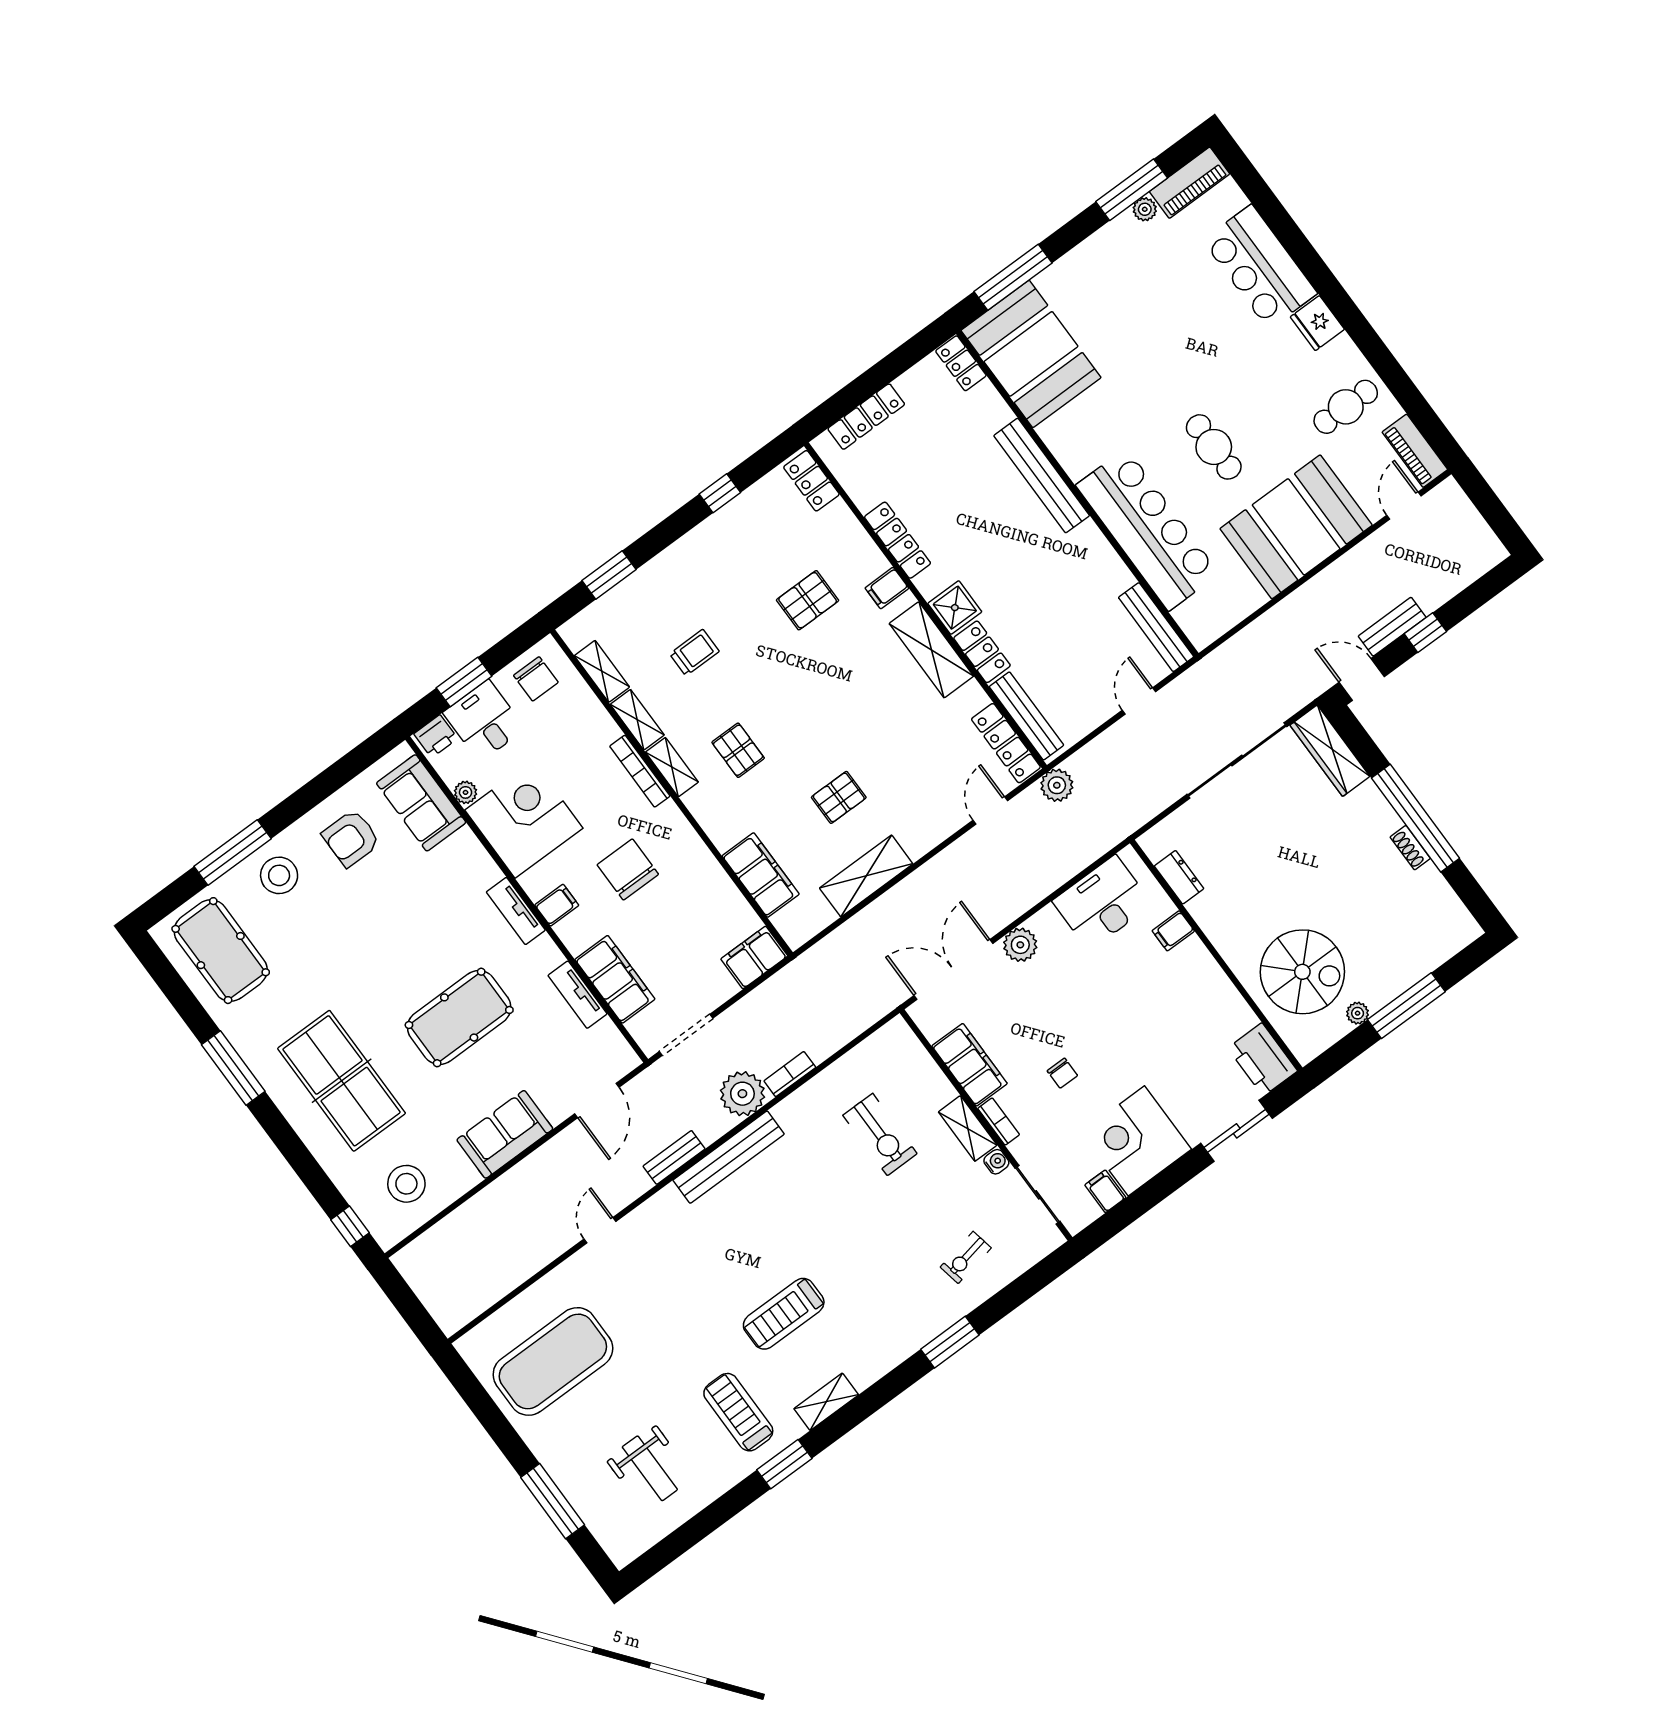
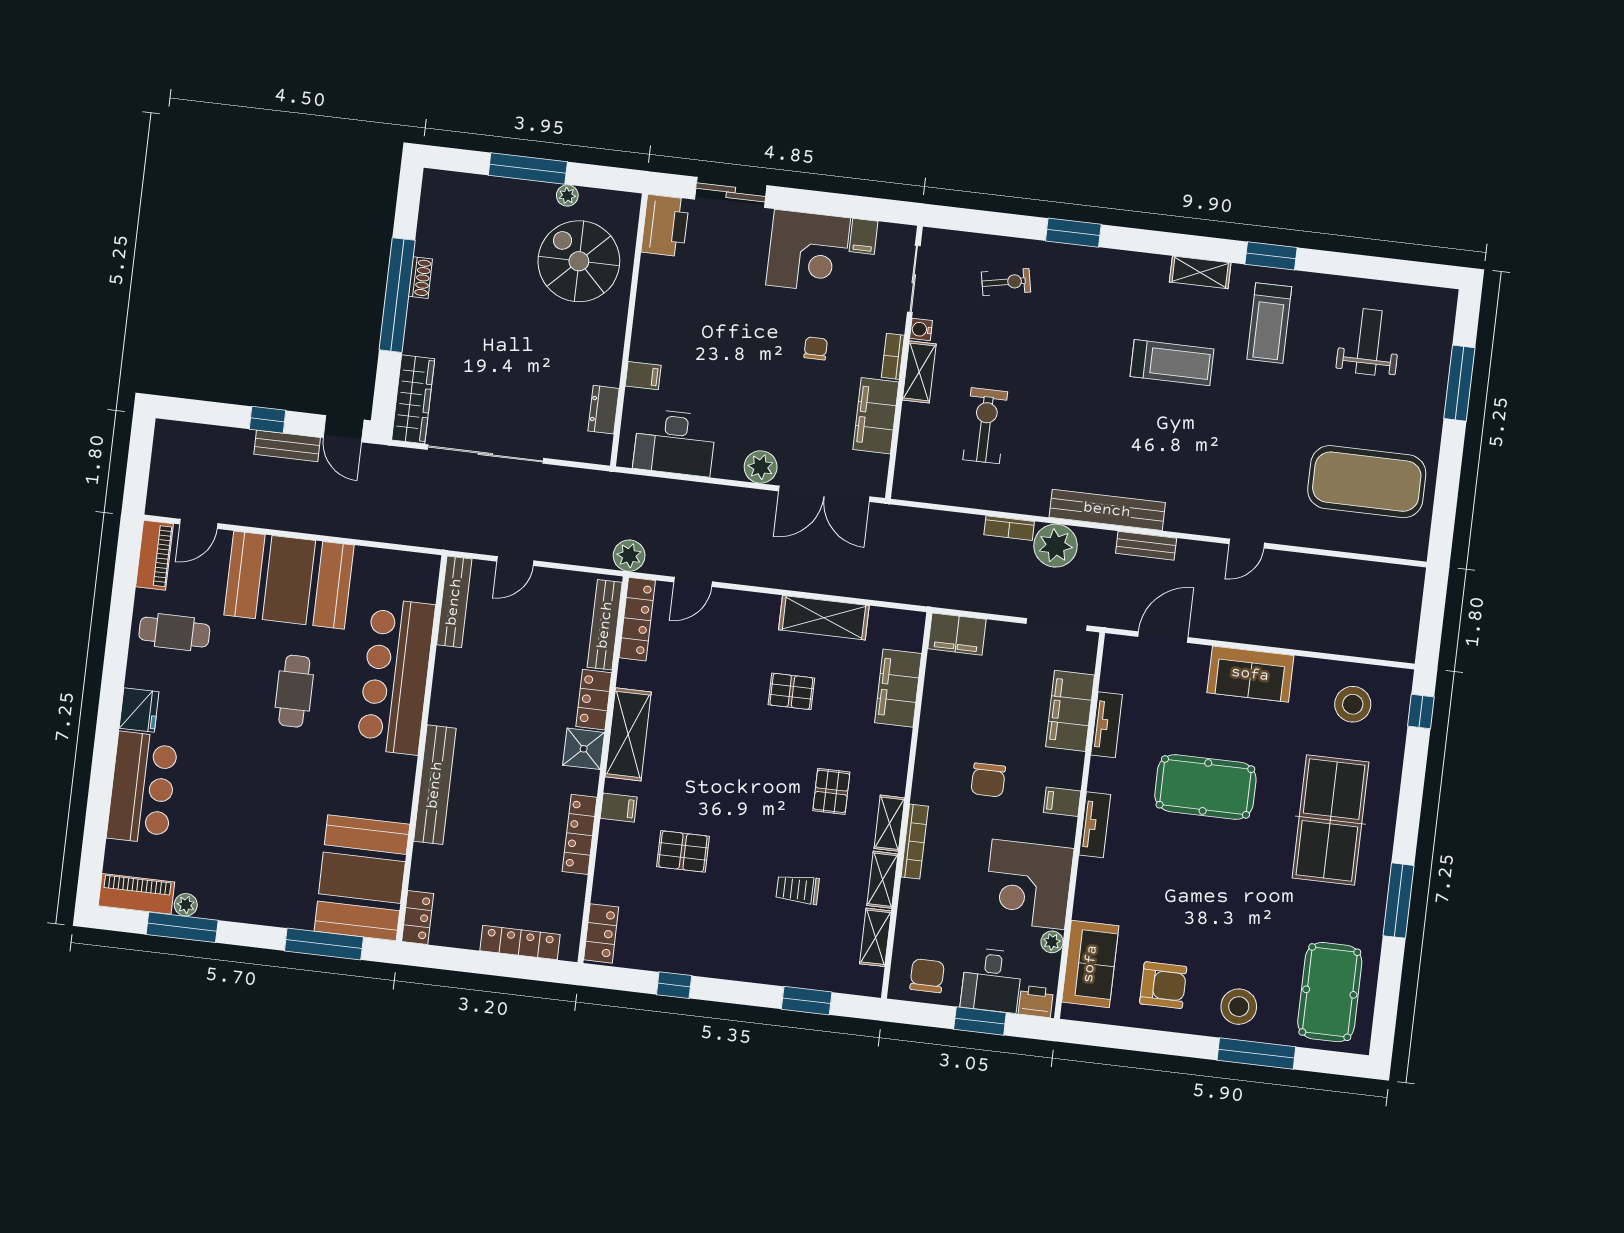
chair: (628, 869) -> (988, 780), width x0.73, depth x0.73

